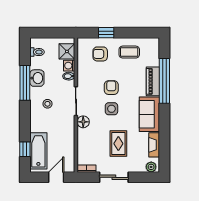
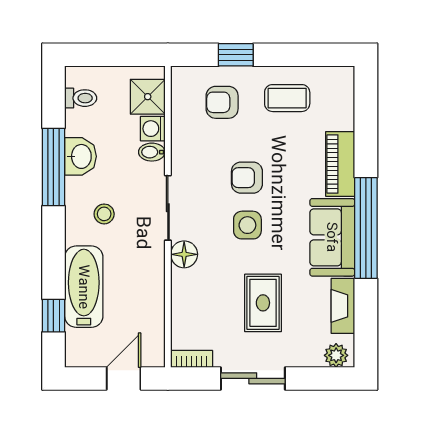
window: (164, 81) -> (366, 228), moved
armchair: (111, 88) -> (247, 178), turned -90
bathtub: (38, 151) -> (84, 287), moved

